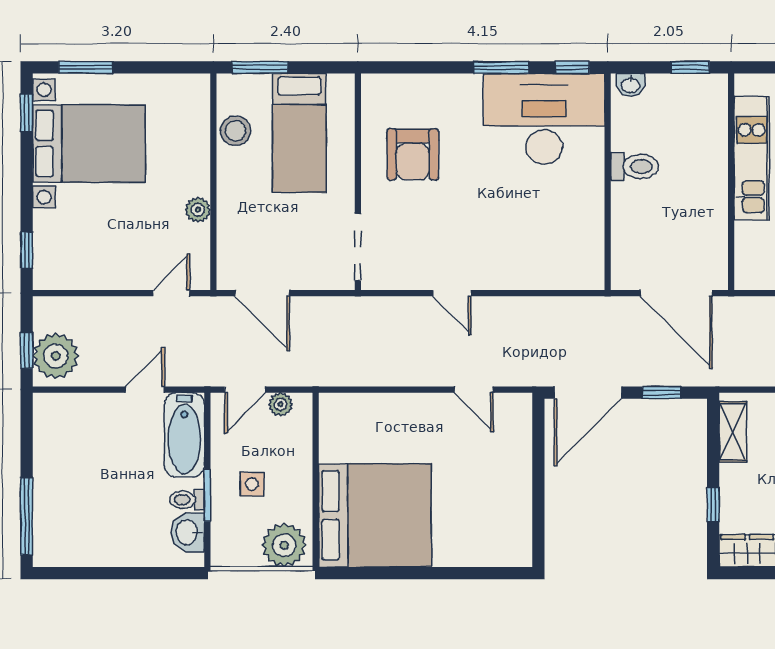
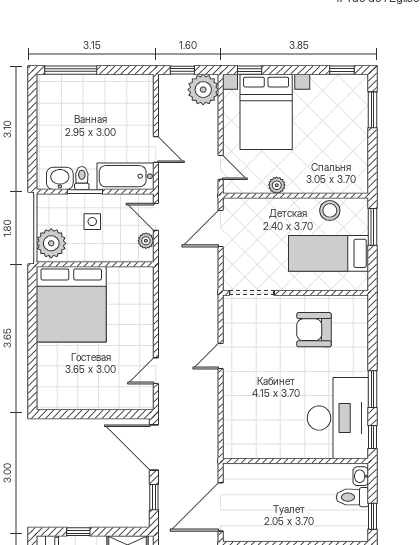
bed with nightstands: (89, 144) -> (266, 112), moved
toilet: (635, 167) -> (352, 497), moved, turned 90
plant: (56, 356) -> (203, 90), moved

